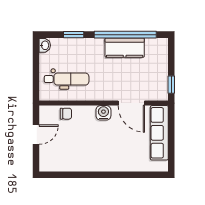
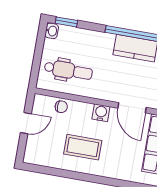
window: (74, 35) -> (66, 22), moved
coffee table: (92, 148) -> (83, 147), added

